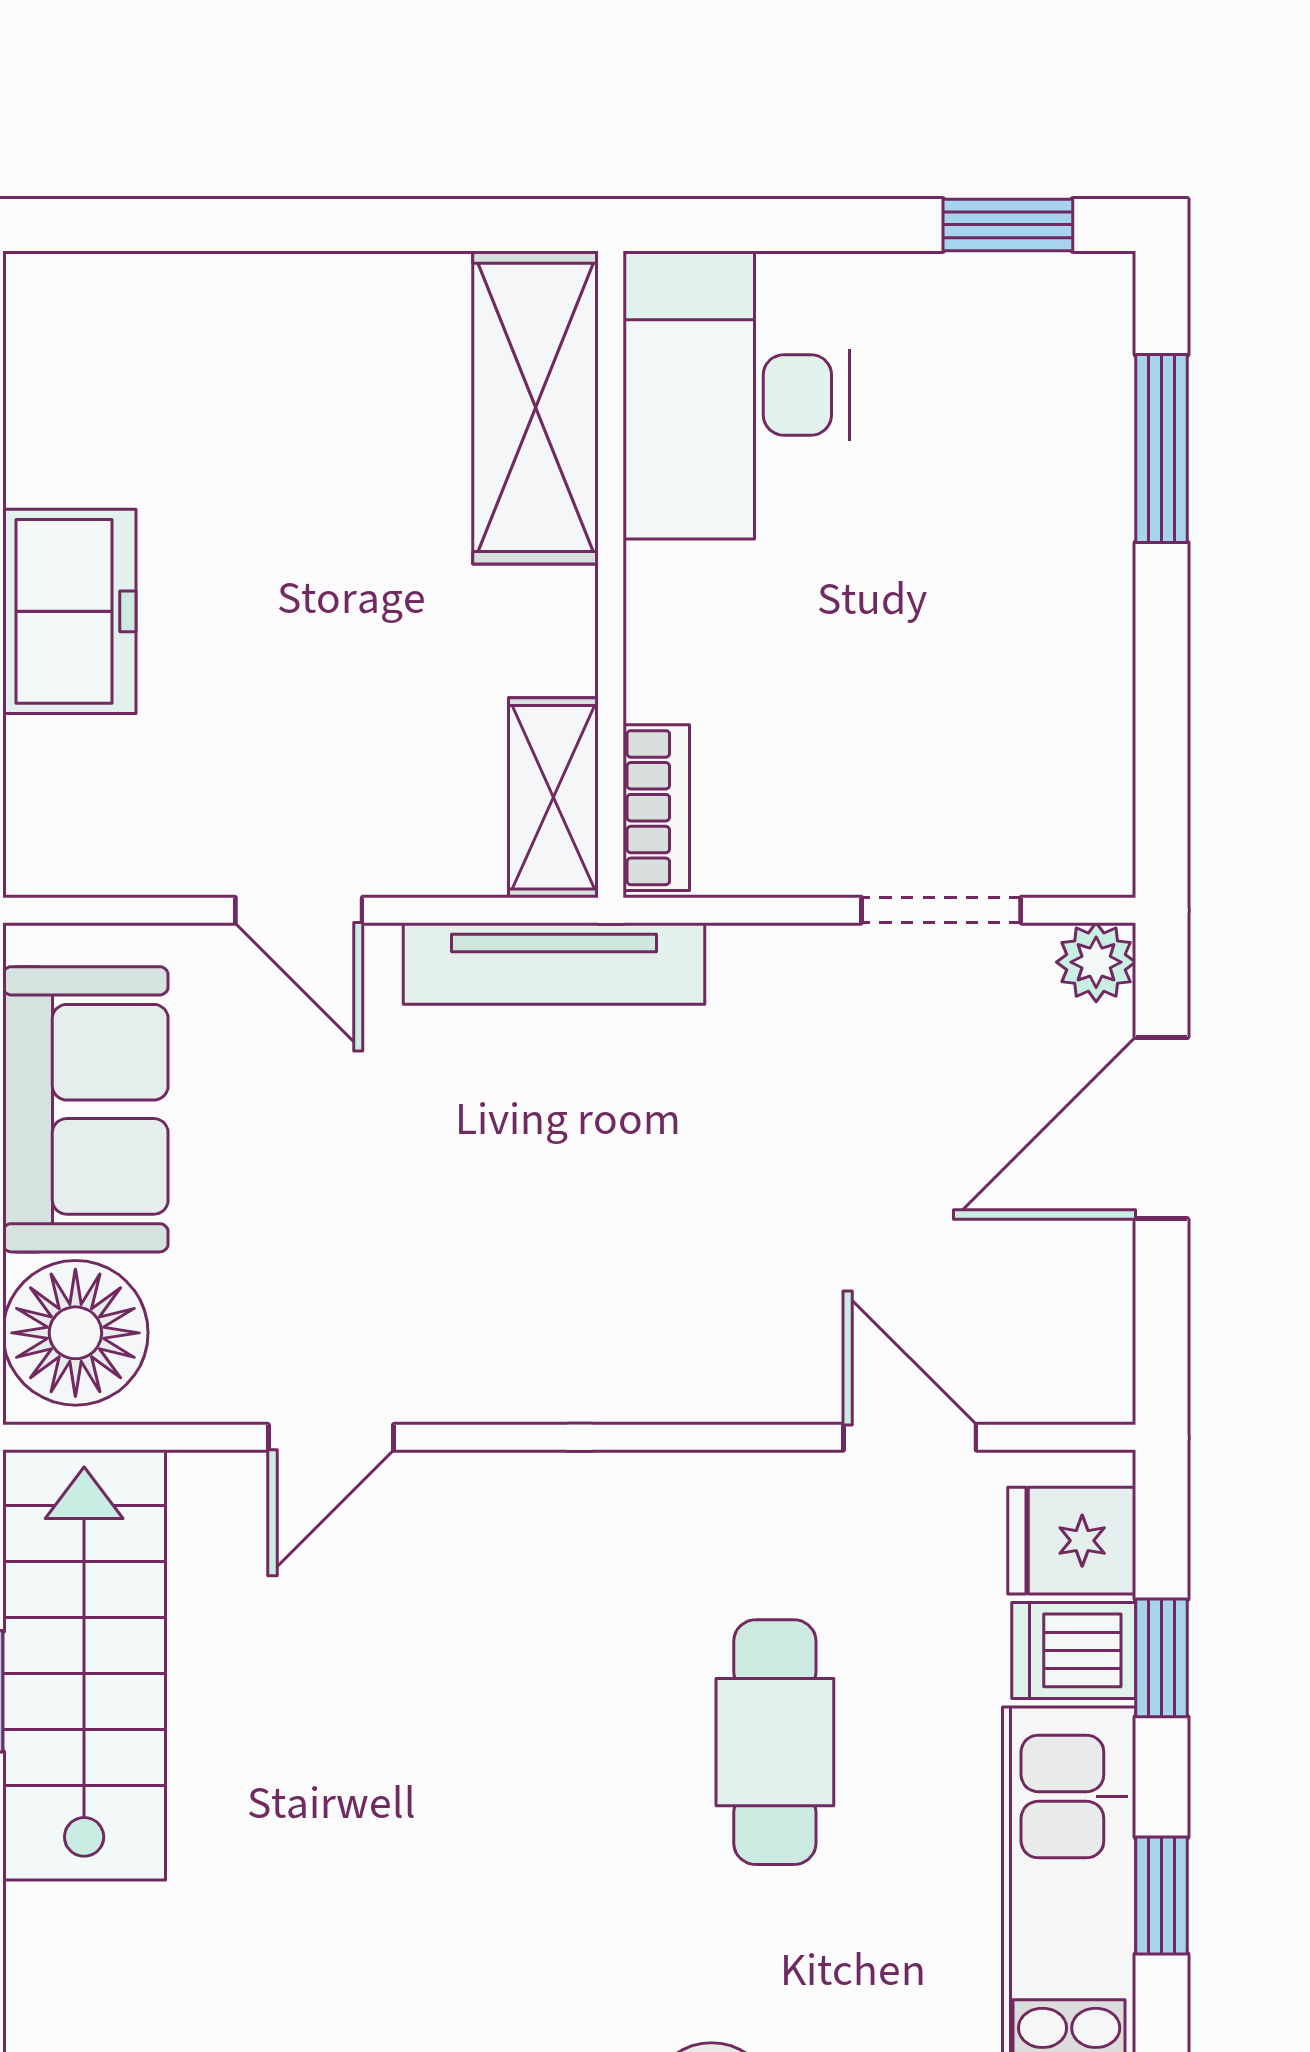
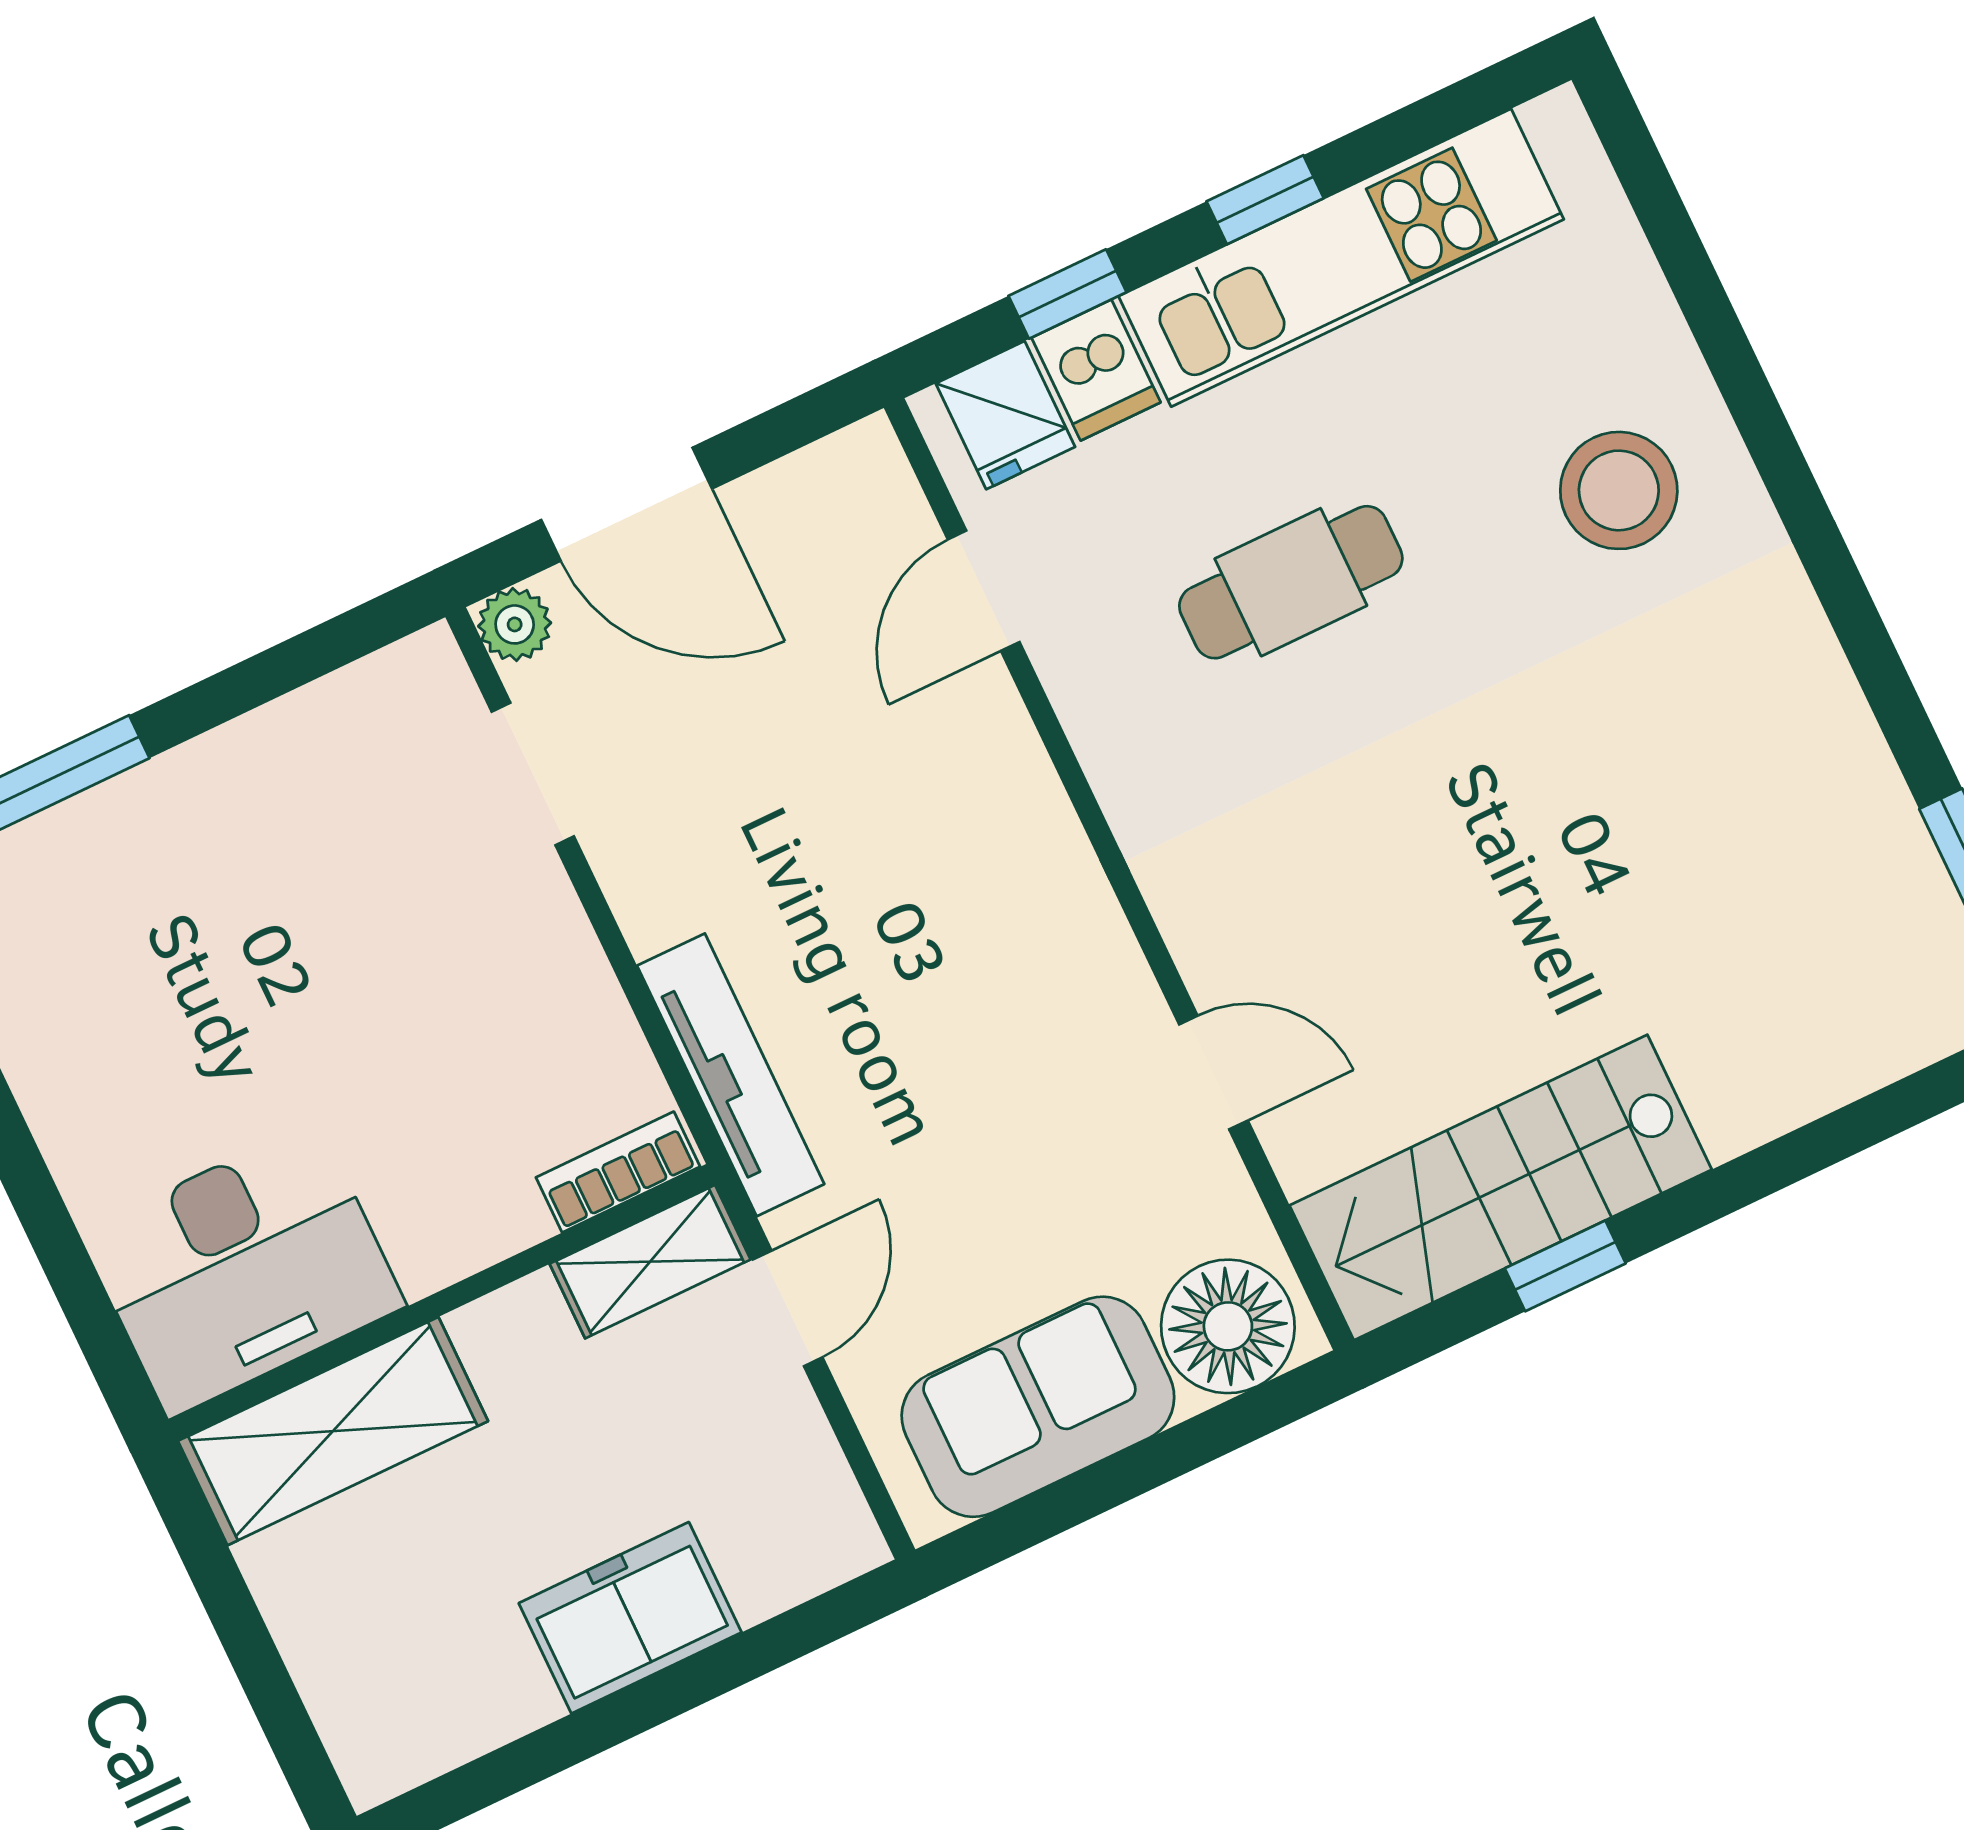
desk: (736, 395) -> (243, 1269), moved
shelving: (536, 407) -> (333, 1431), moved
wall: (611, 574) -> (442, 1303), moved
shelving: (553, 797) -> (650, 1262), moved
bookcase: (656, 808) -> (618, 1172), moved

